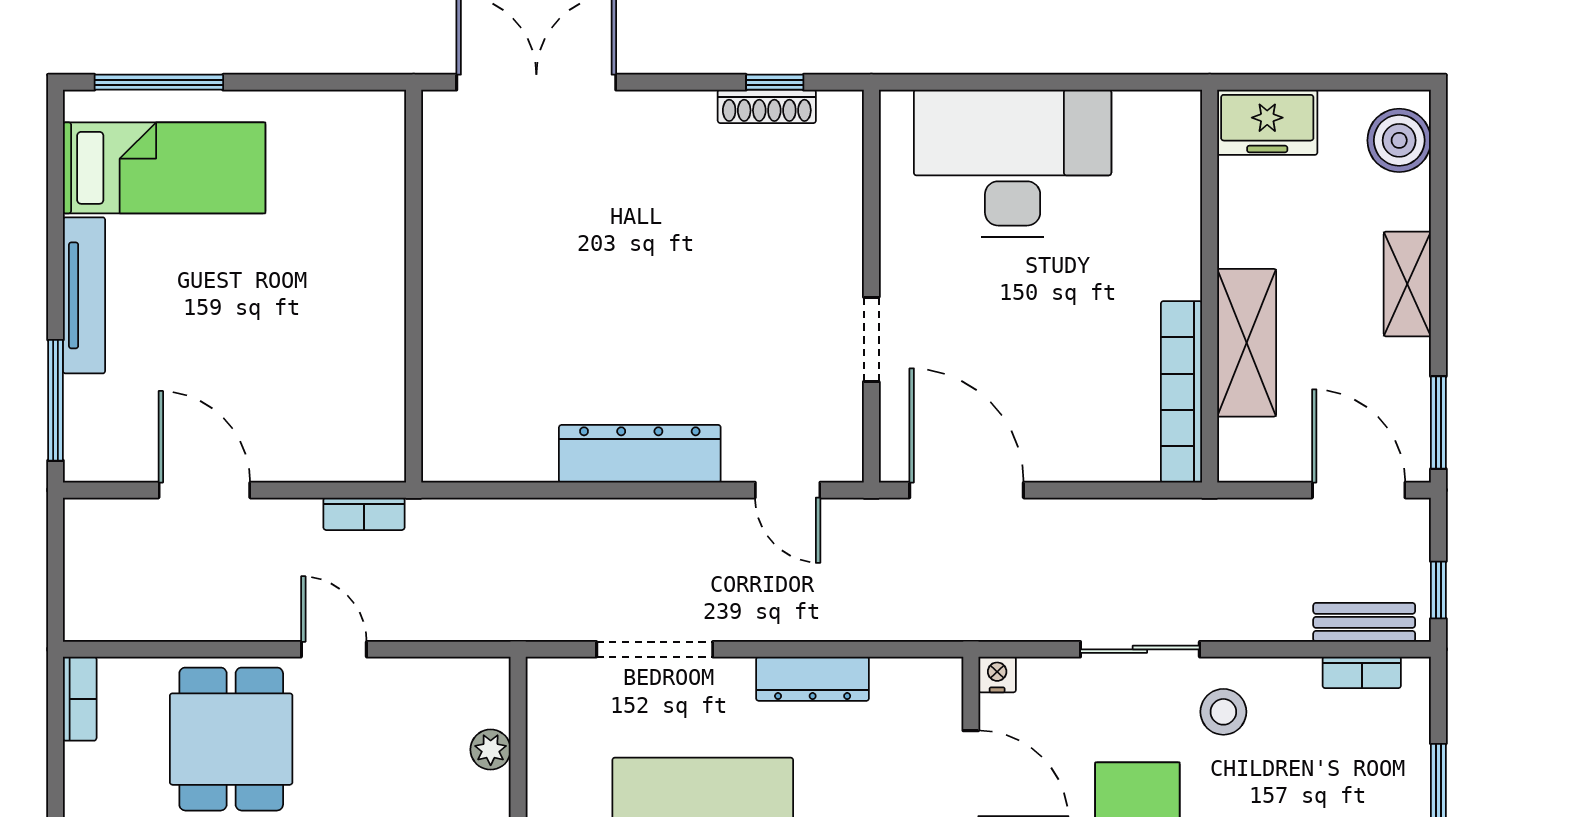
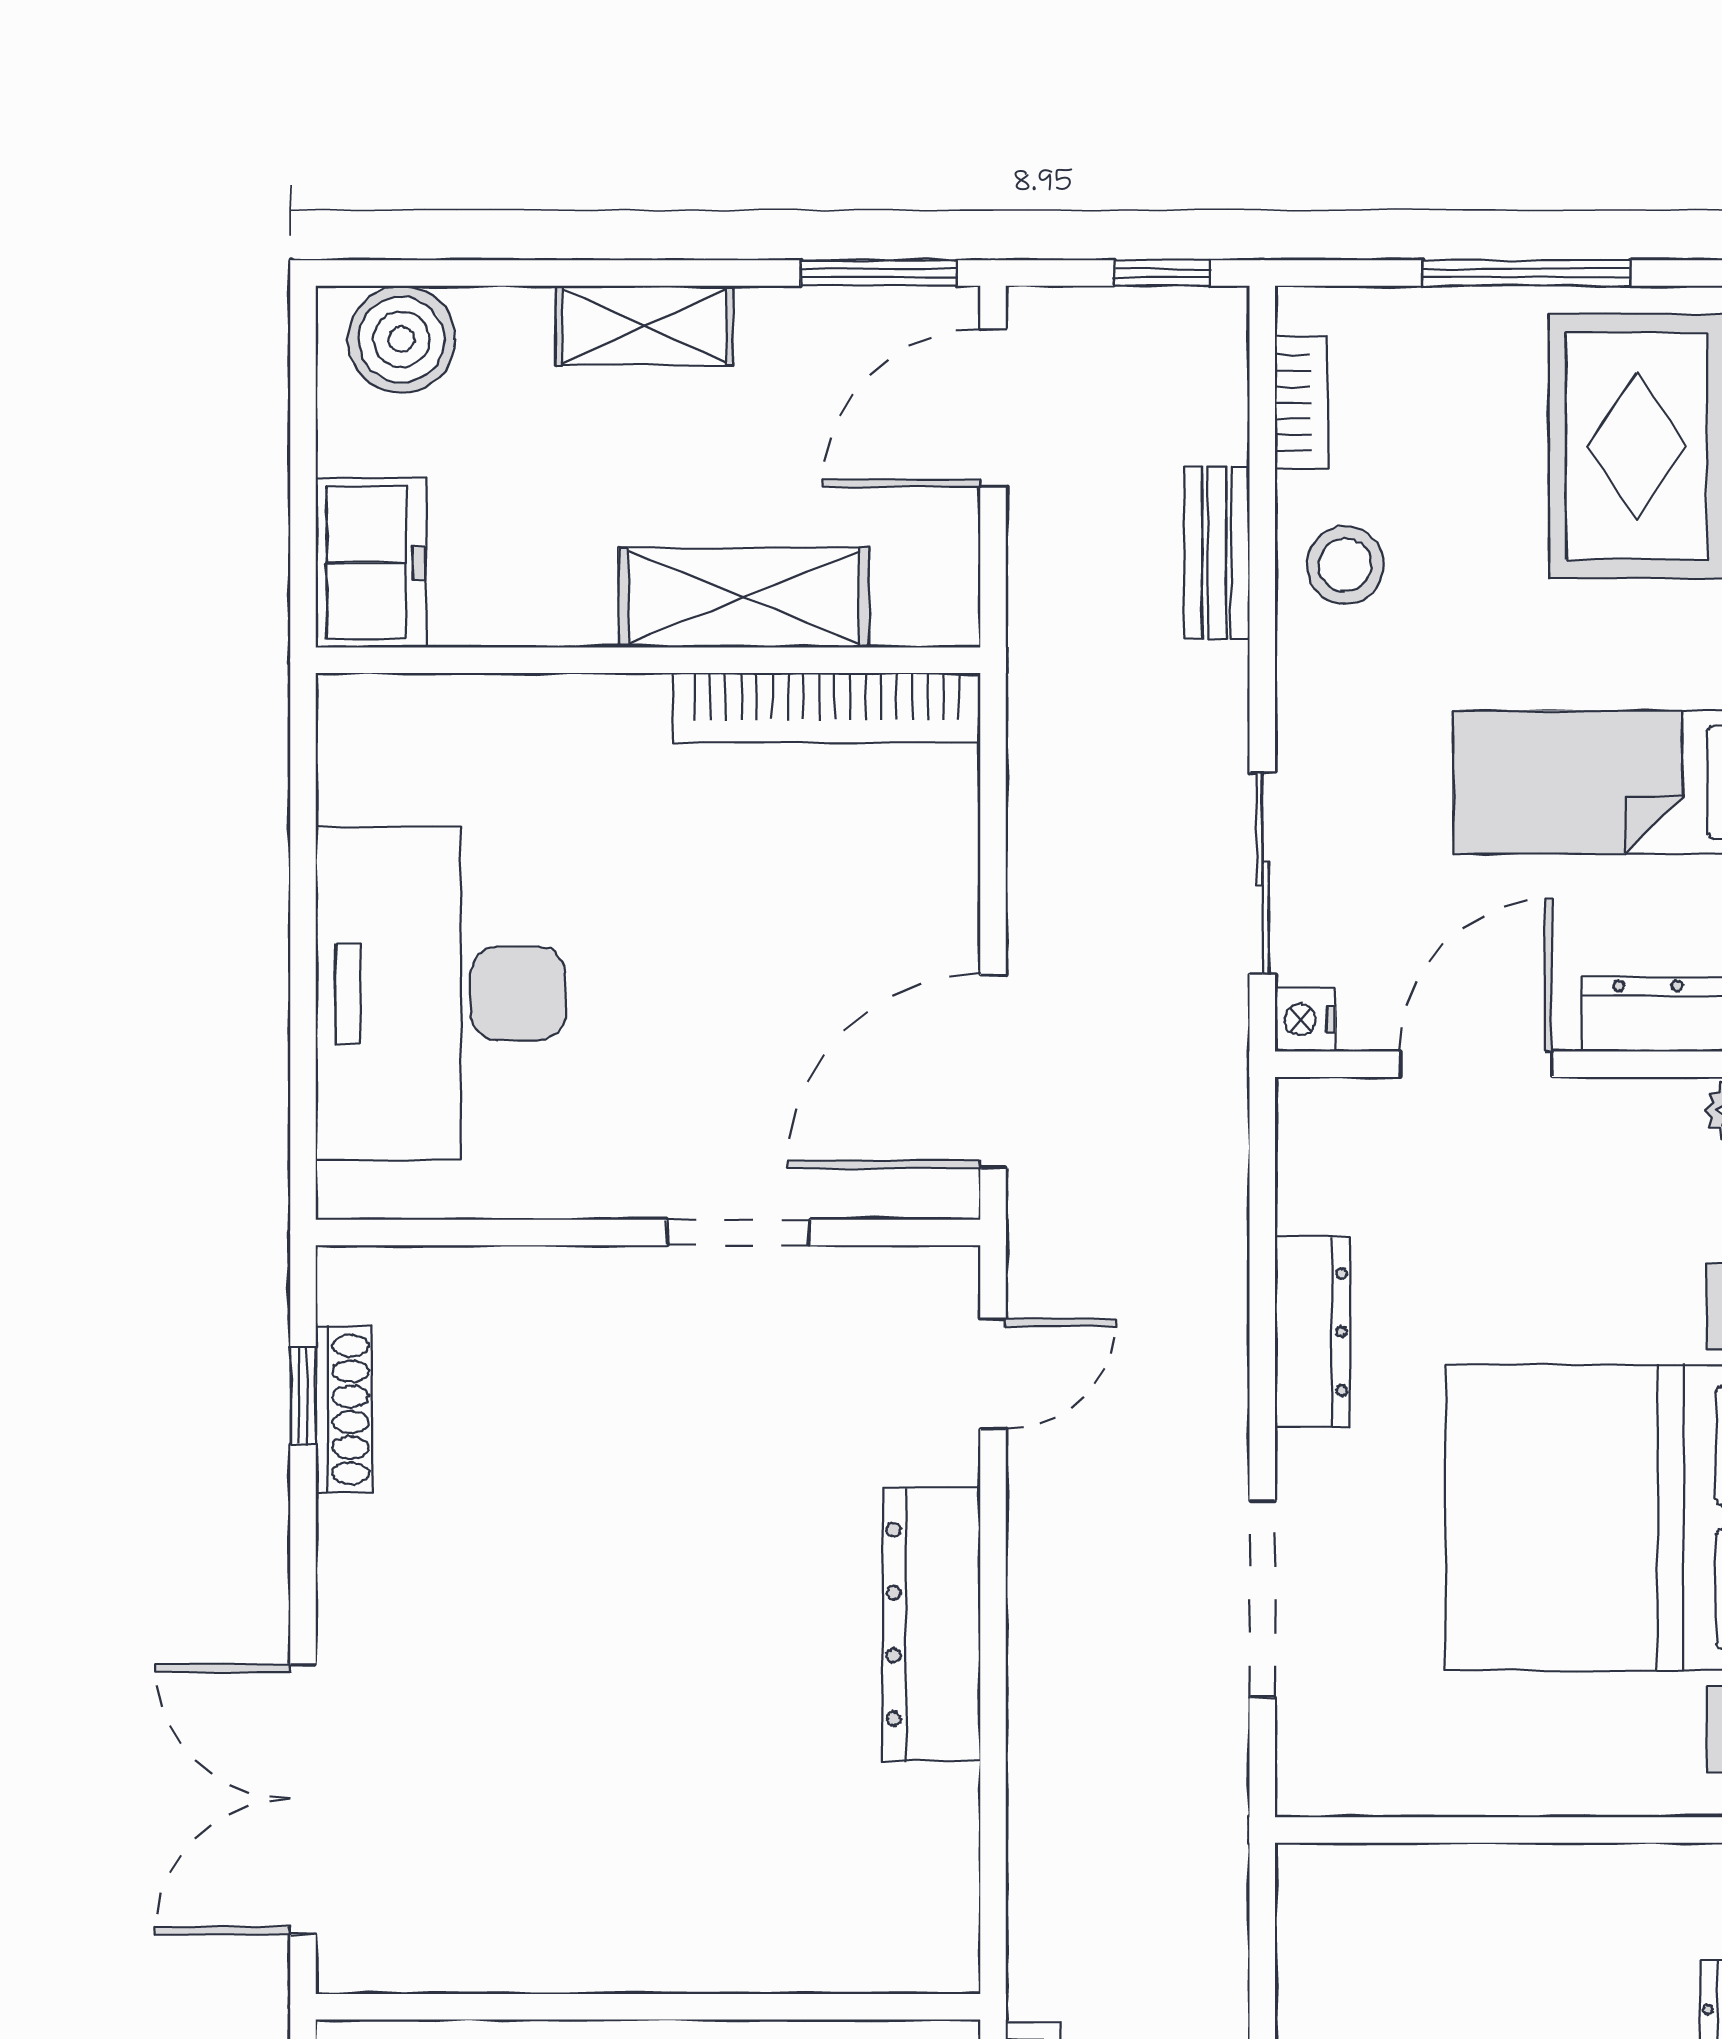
bench: (1364, 622) -> (1217, 553), moved
sliding door: (1140, 649) -> (1262, 873), moved
stool: (1223, 712) -> (1345, 565), moved
plant: (491, 750) -> (1432, 1877), removed

